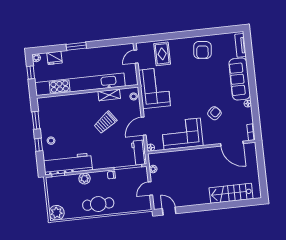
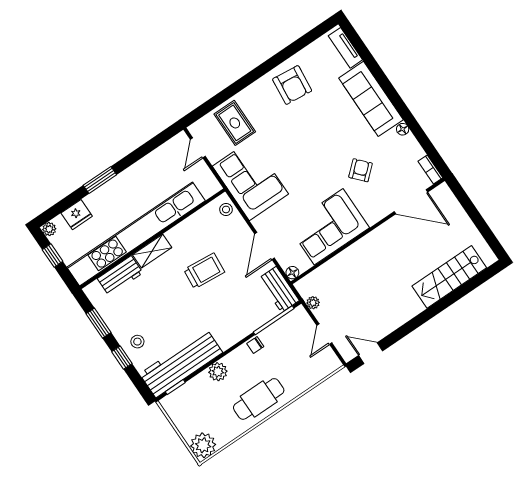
shelving: (109, 95) -> (152, 251), moved
workbench: (60, 102) -> (120, 276), added
trolley: (105, 122) -> (204, 271), turned -139

